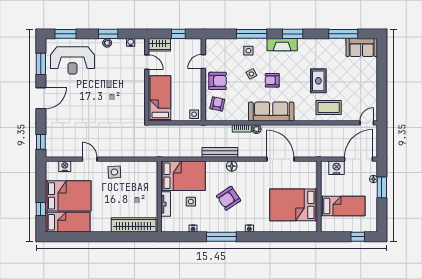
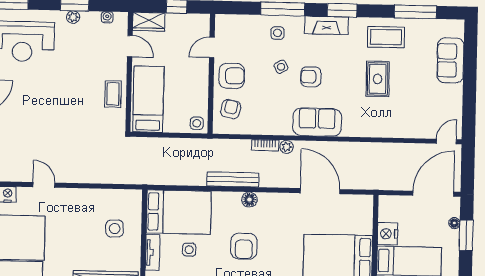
sofa: (362, 48) -> (450, 60), moved, turned 90
coffee table: (136, 95) -> (113, 94), added
coffee table: (329, 107) -> (386, 37), moved
sofa: (271, 112) -> (317, 122), width x0.73
nightstand: (337, 168) -> (387, 234), moved, turned -90
side table: (114, 172) -> (115, 228), moved
armchair: (229, 198) -> (244, 246), turned -56

